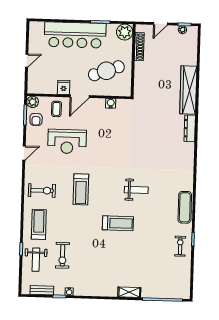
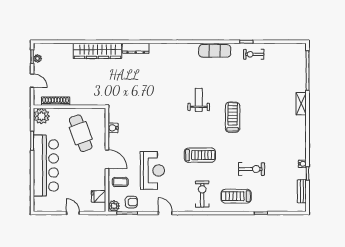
fridge: (64, 87) -> (99, 196), moved
exercise bike: (63, 255) -> (252, 169), moved
weight bench: (36, 260) -> (271, 198), removed

